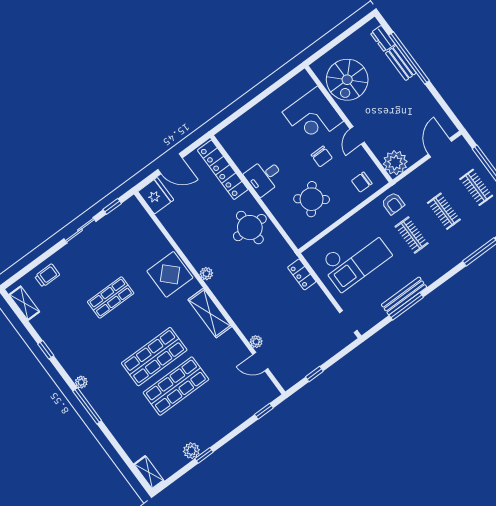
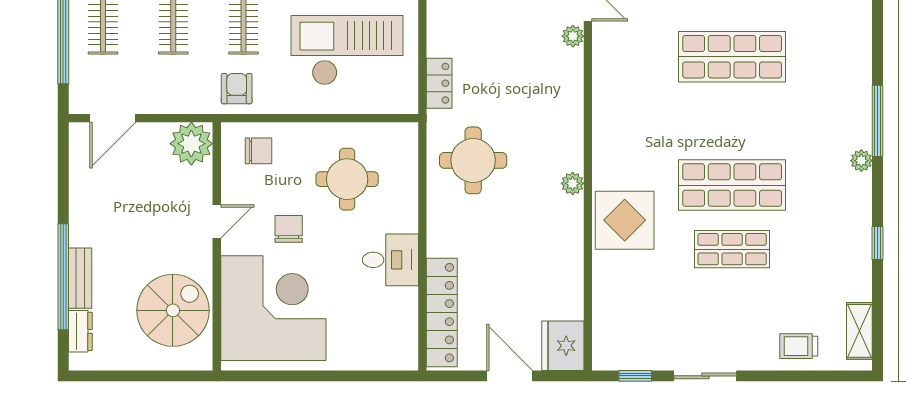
corner desk: (313, 116) -> (273, 308), width x1.36, depth x1.36
round table: (312, 199) -> (347, 179), turned -38
round table: (250, 228) -> (473, 160), moved
shelving: (210, 313) -> (609, 124), removed
shop shelf: (154, 357) -> (732, 185), moved

